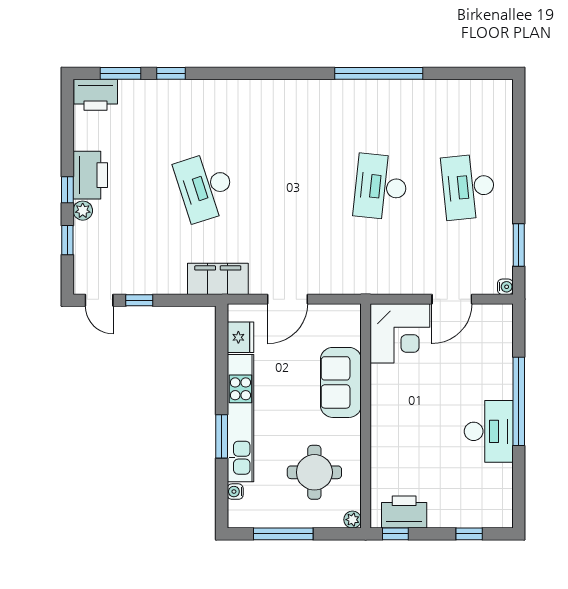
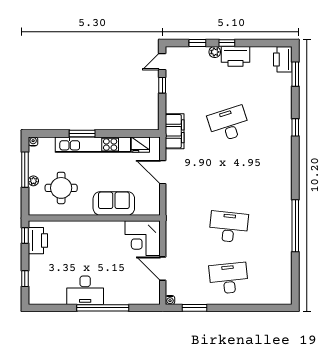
window: (171, 73) -> (295, 127), moved
water cooler: (235, 492) -> (33, 141), moved
plant: (353, 520) -> (33, 181), moved

